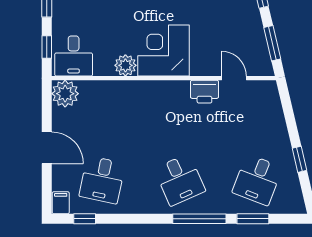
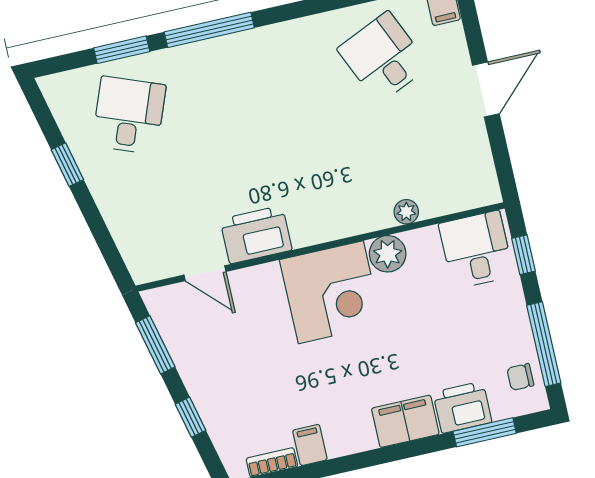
printer: (204, 92) -> (256, 235), width x1.37, depth x1.19
plant: (65, 94) -> (406, 212), moved, width x0.53, depth x0.53
door: (47, 148) -> (486, 89), swing flipped
desk: (102, 180) -> (383, 58), turned -36
desk: (180, 180) -> (256, 86), removed

